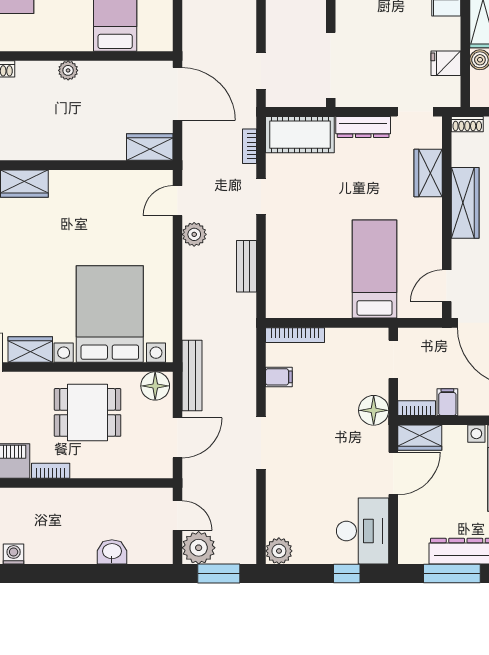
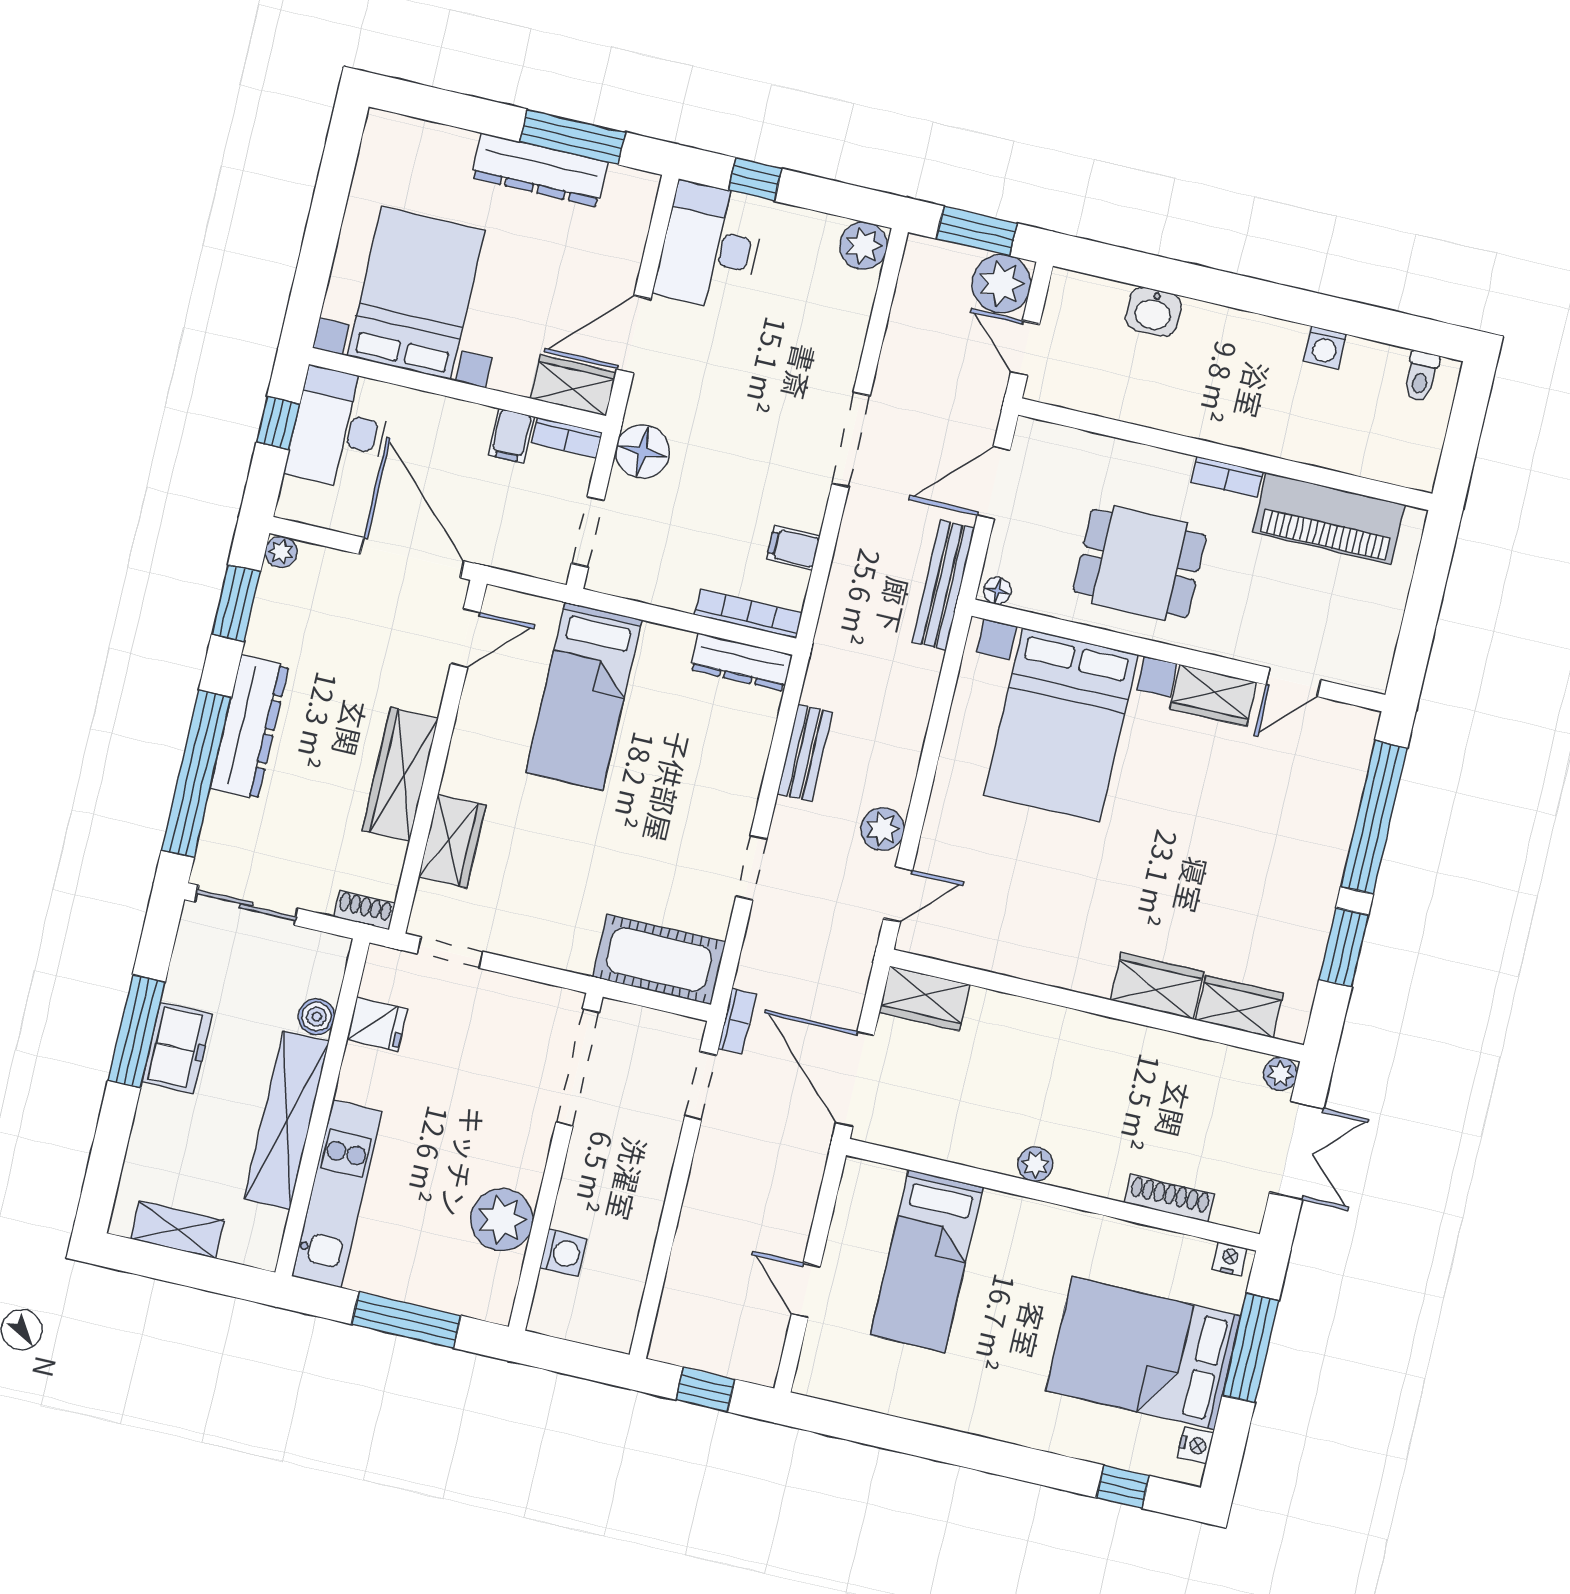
dresser: (363, 127) -> (741, 662), moved, turned 180
bookcase: (249, 146) -> (737, 1021), moved
floor lamp: (155, 386) -> (997, 591), width x0.53, depth x0.53

